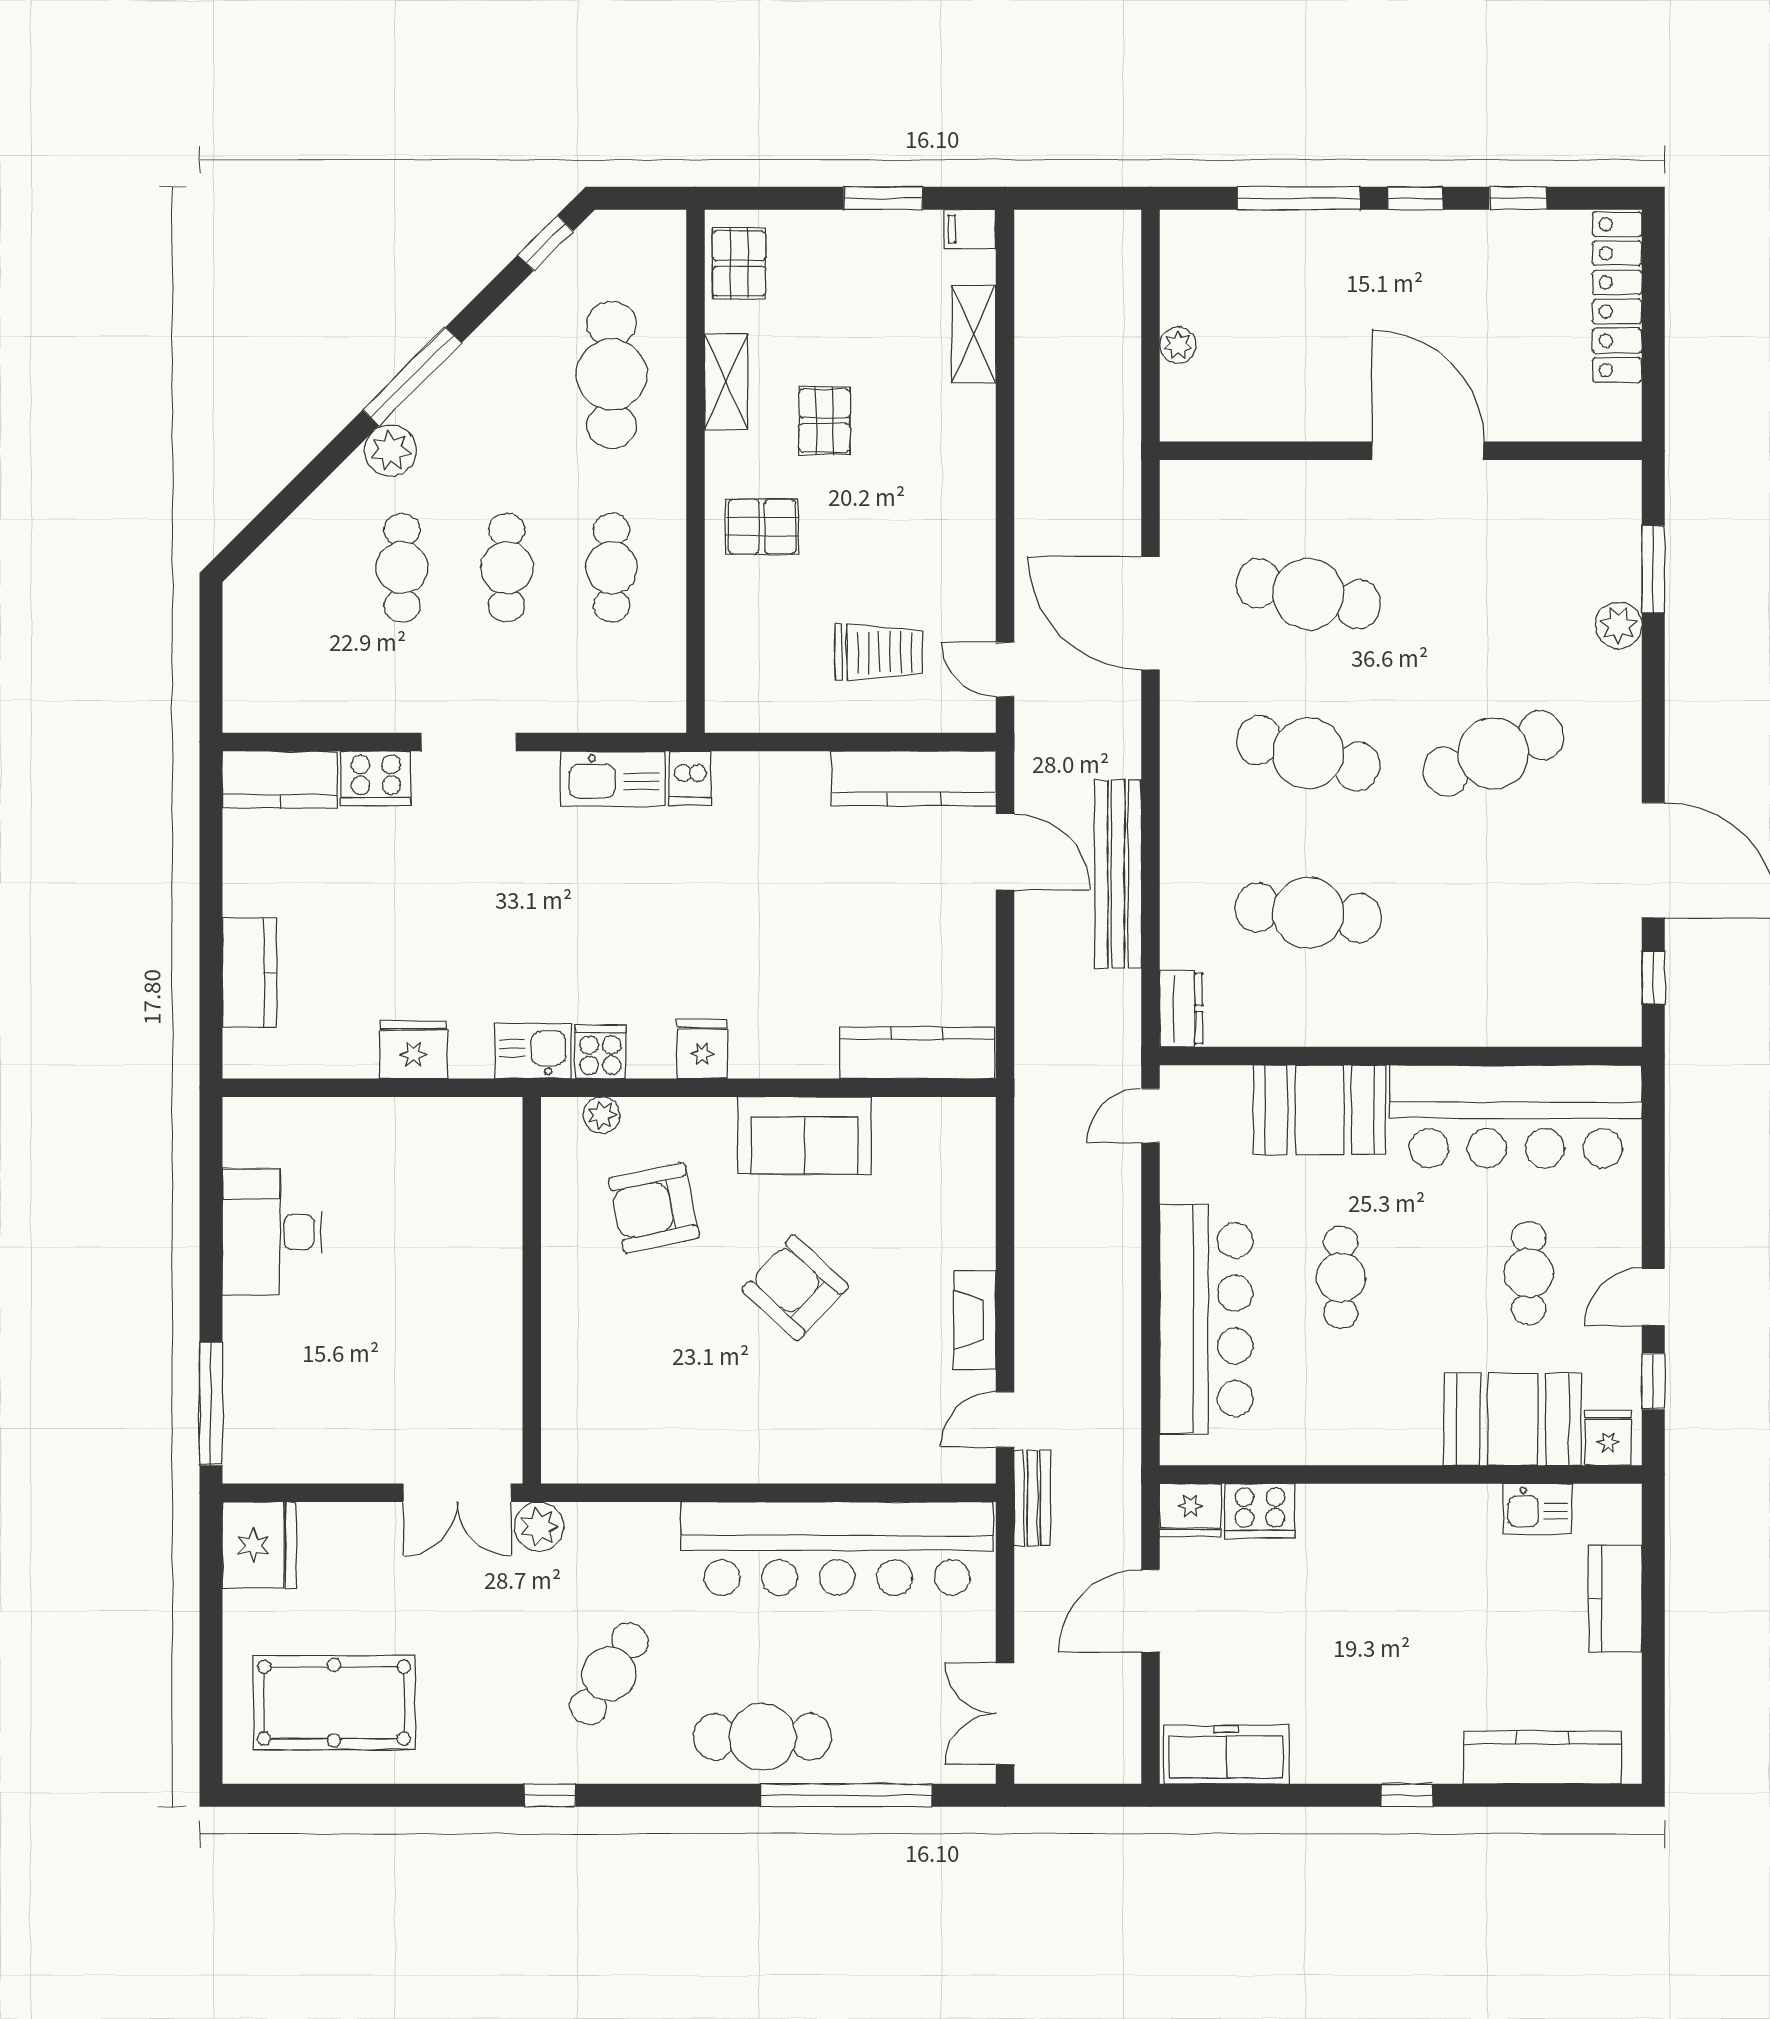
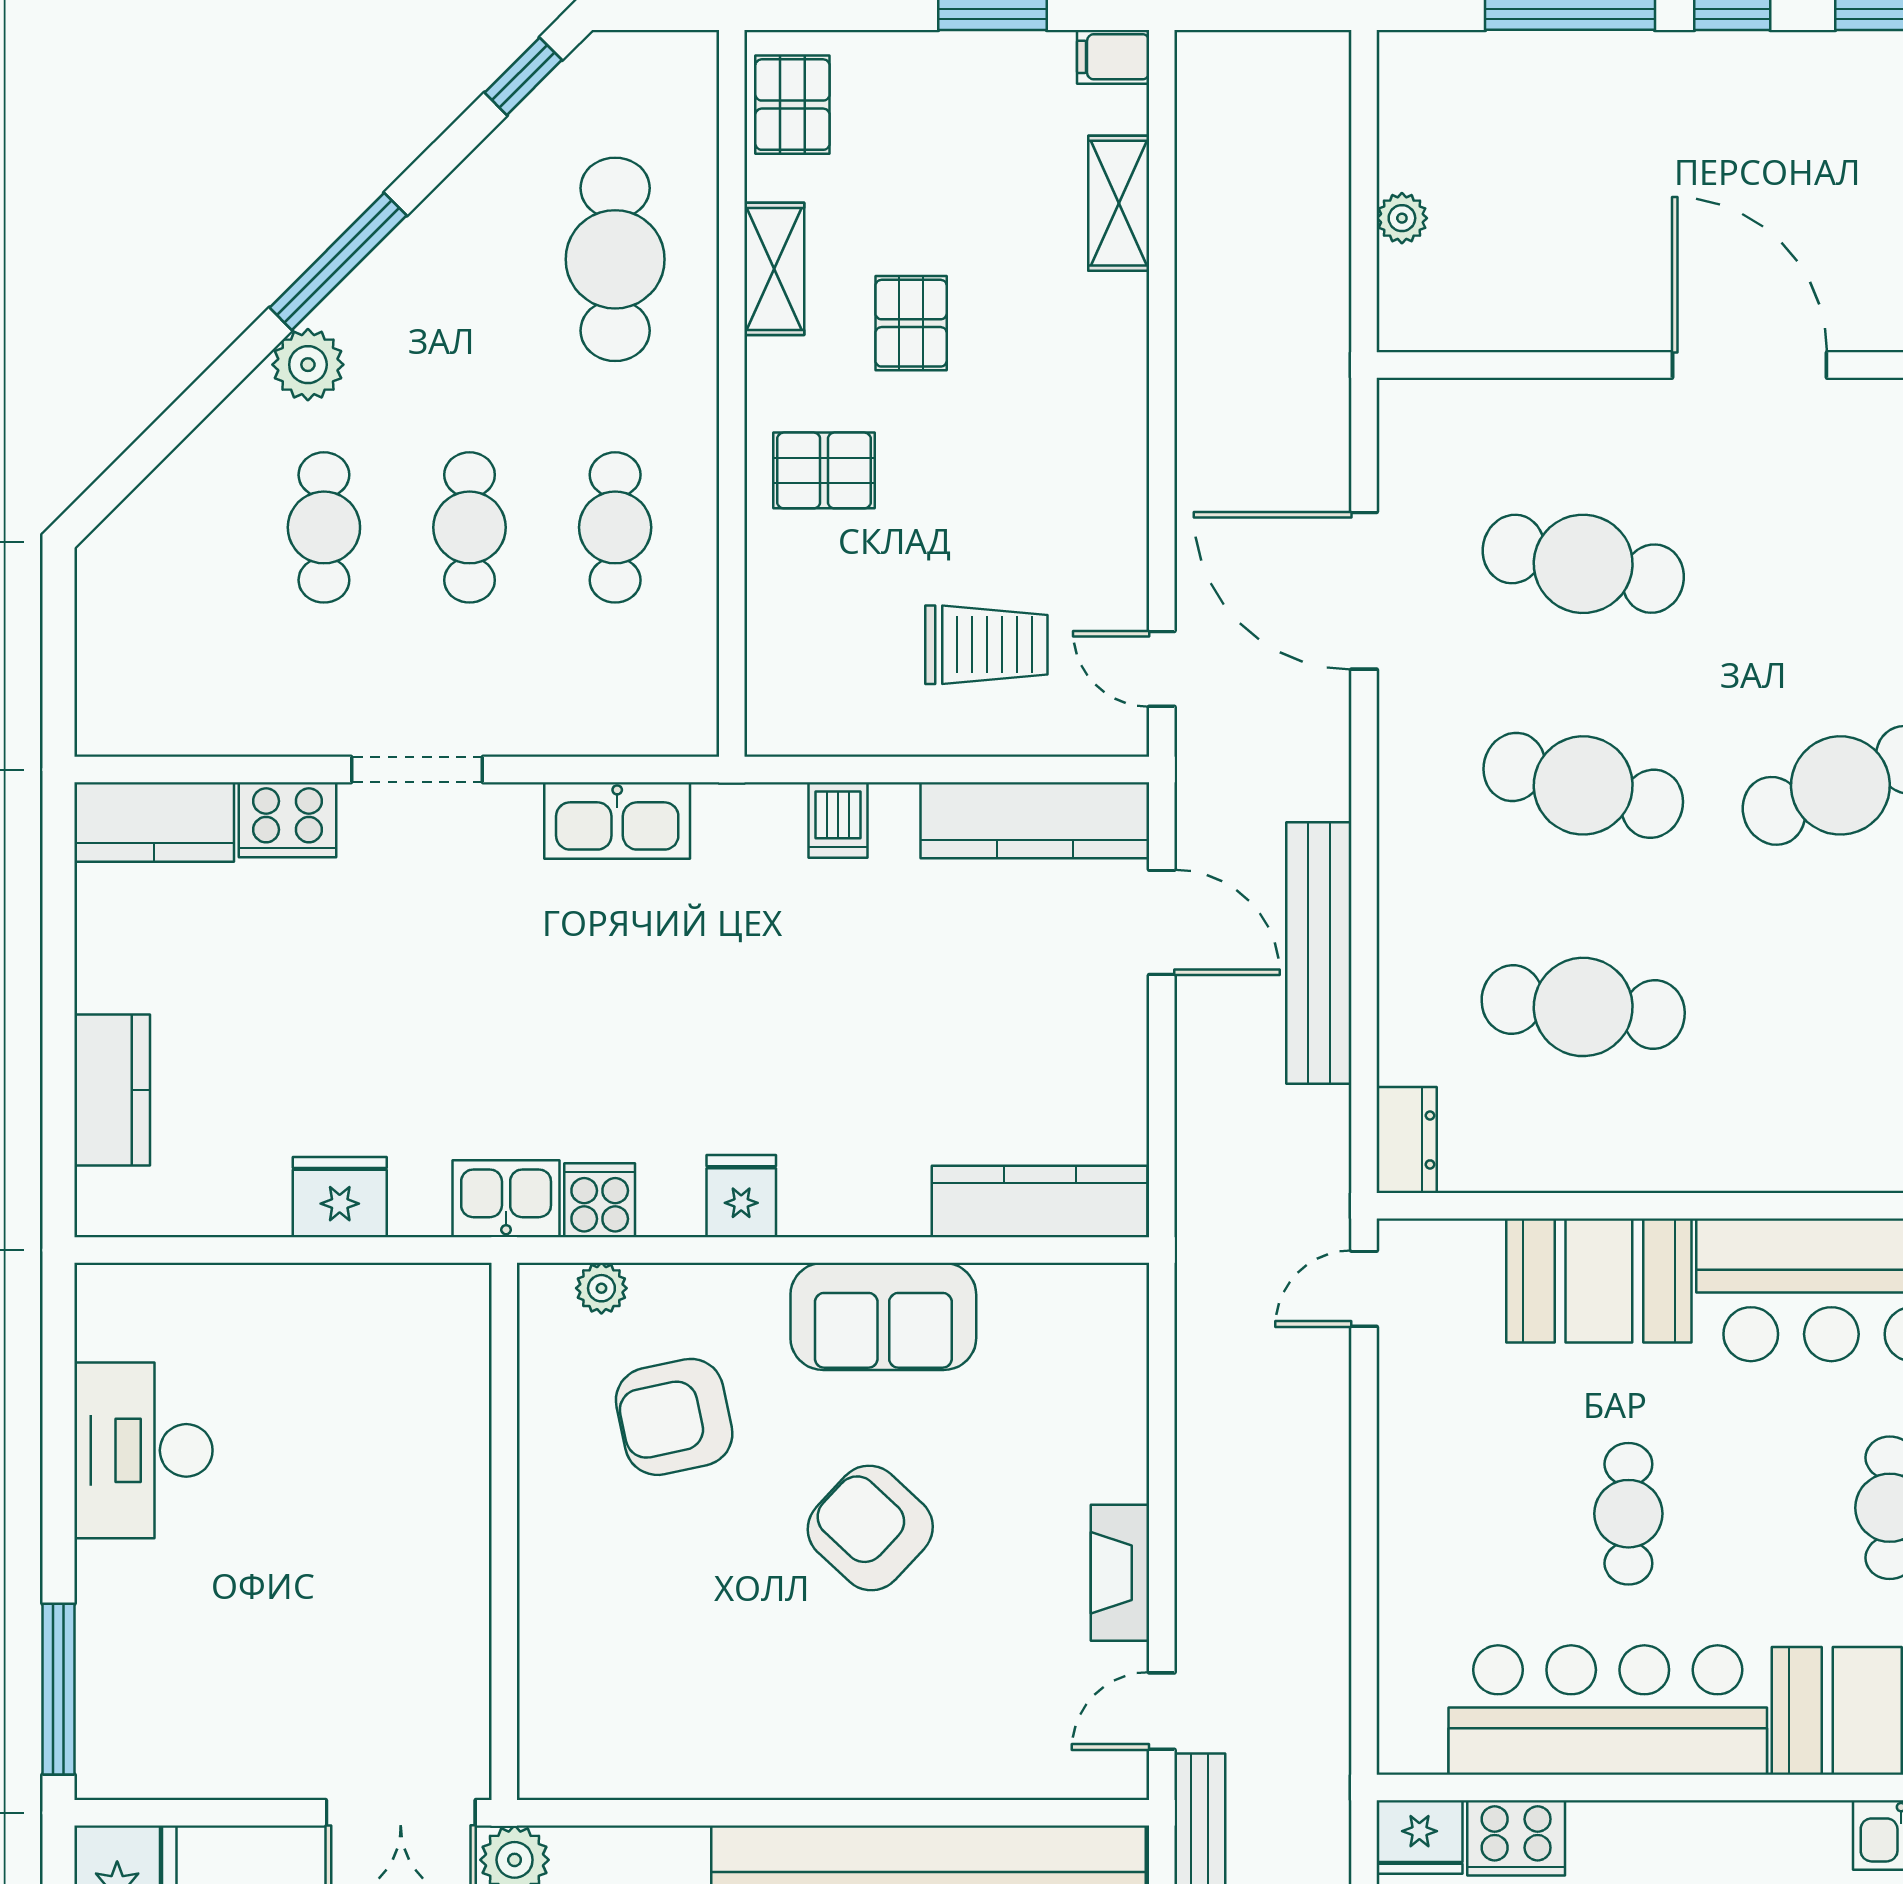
dishwasher: (690, 778) -> (838, 820), moved
bar counter: (1206, 1319) -> (1608, 1710), moved, turned -90

